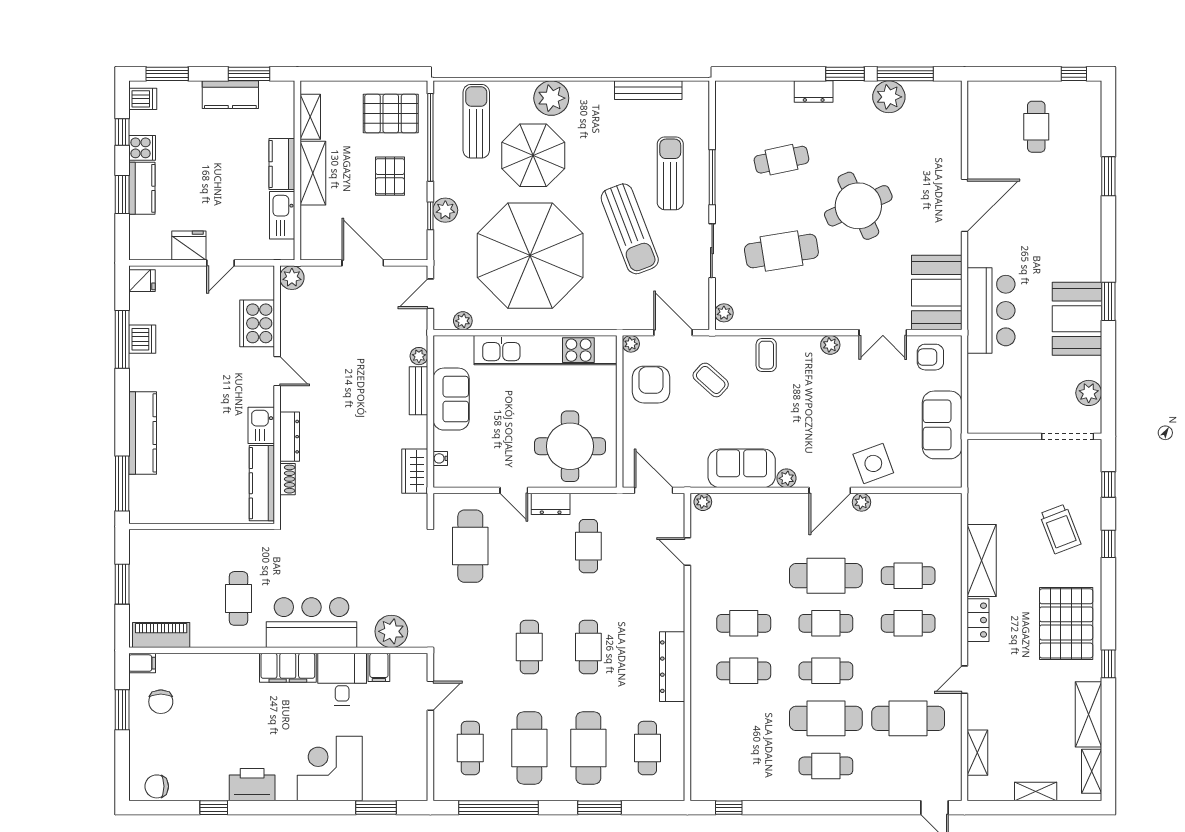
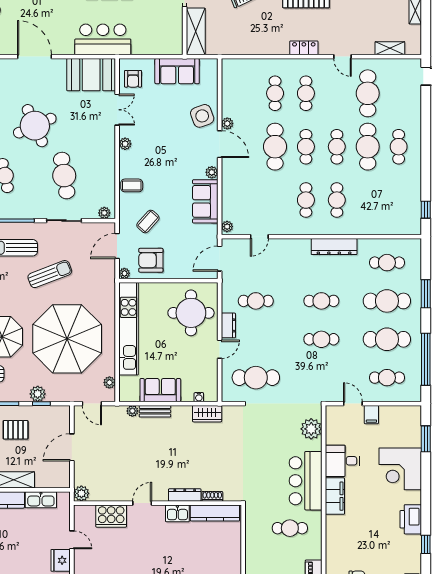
sun lounger: (630, 229) -> (50, 274), width x0.73, depth x0.75
shelving: (982, 561) -> (196, 31), moved, turned 90
filing cabinet: (379, 667) -> (371, 415), moved, turned 90

